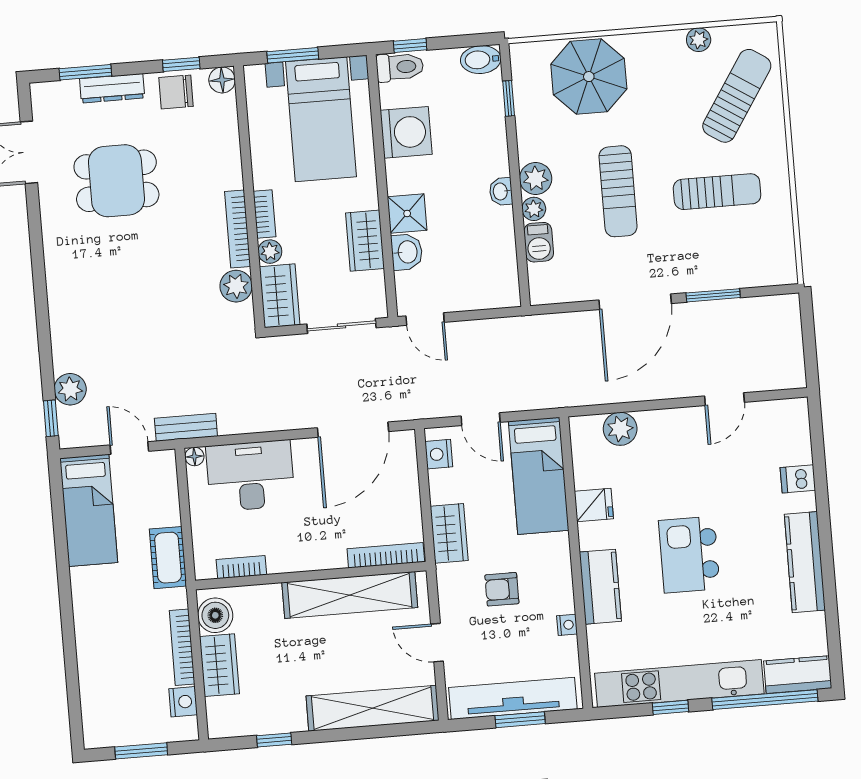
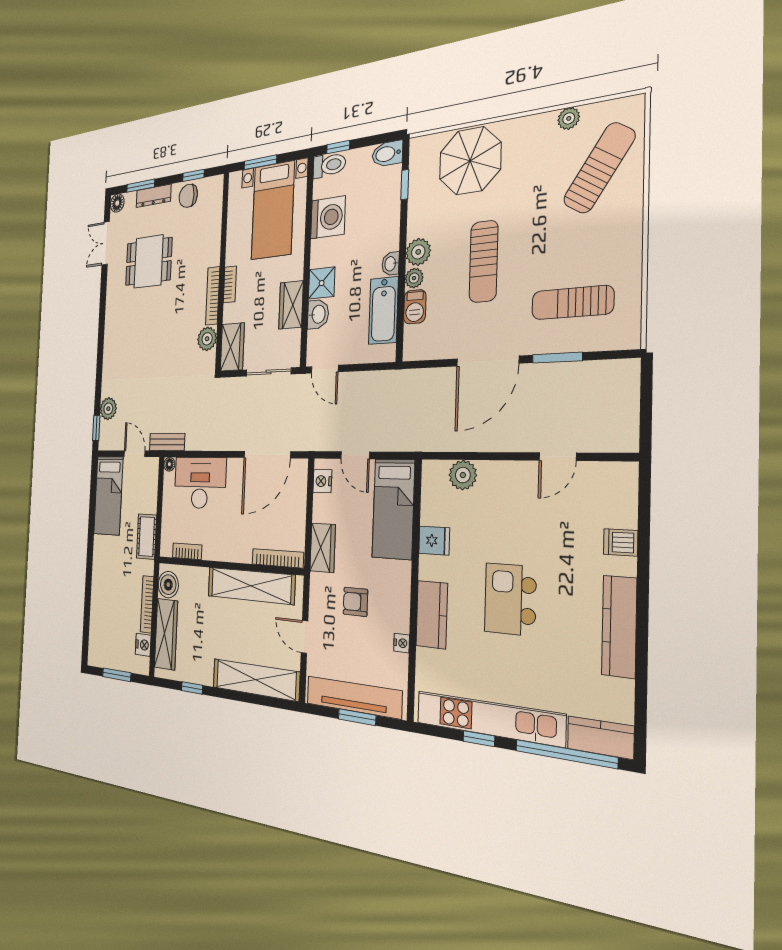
floor lamp: (222, 80) -> (117, 203), moved
sun lounger: (717, 192) -> (572, 303), moved, turned 180
bathtub: (498, 247) -> (383, 311), added
plant: (270, 252) -> (230, 313), removed
wardrobe: (219, 665) -> (166, 634), width x1.50

